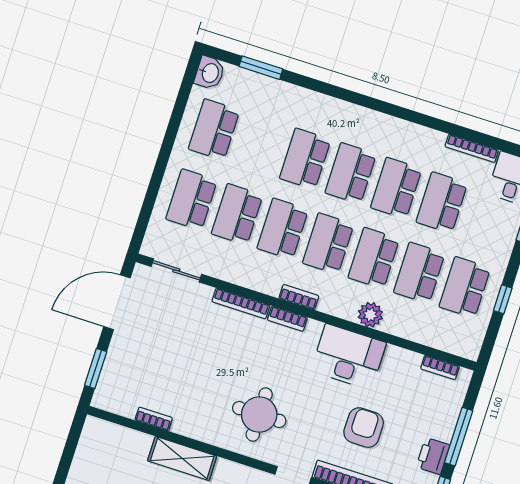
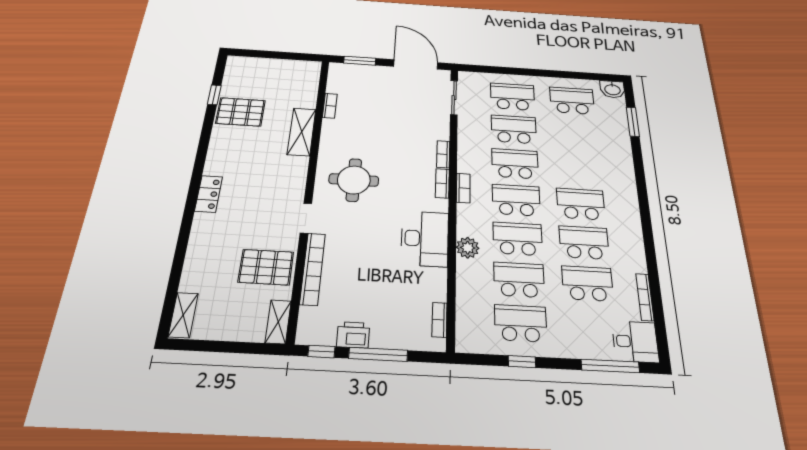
school desk: (305, 159) -> (578, 168), removed
bookcase: (241, 303) -> (443, 154), width x0.64
armchair: (364, 428) -> (364, 266), removed

